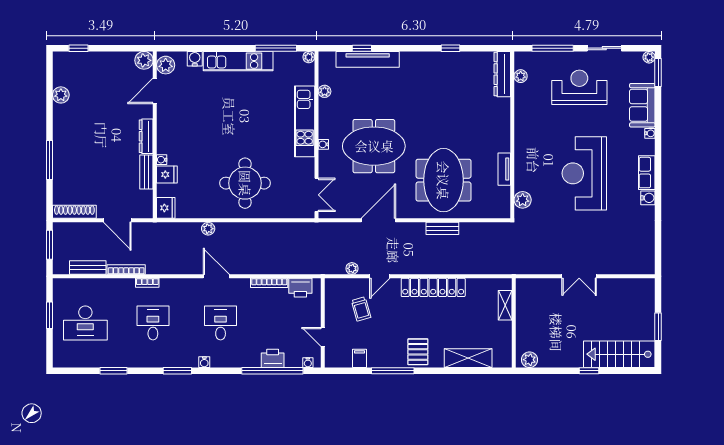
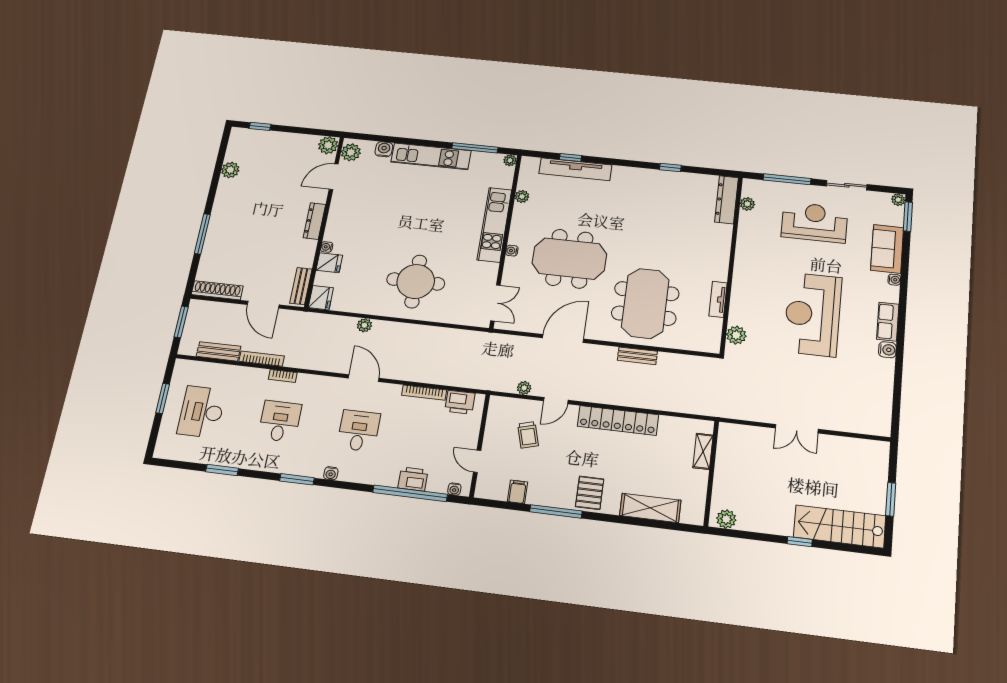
bench: (146, 172) -> (301, 286), moved
desk: (85, 323) -> (202, 412), turned 90

